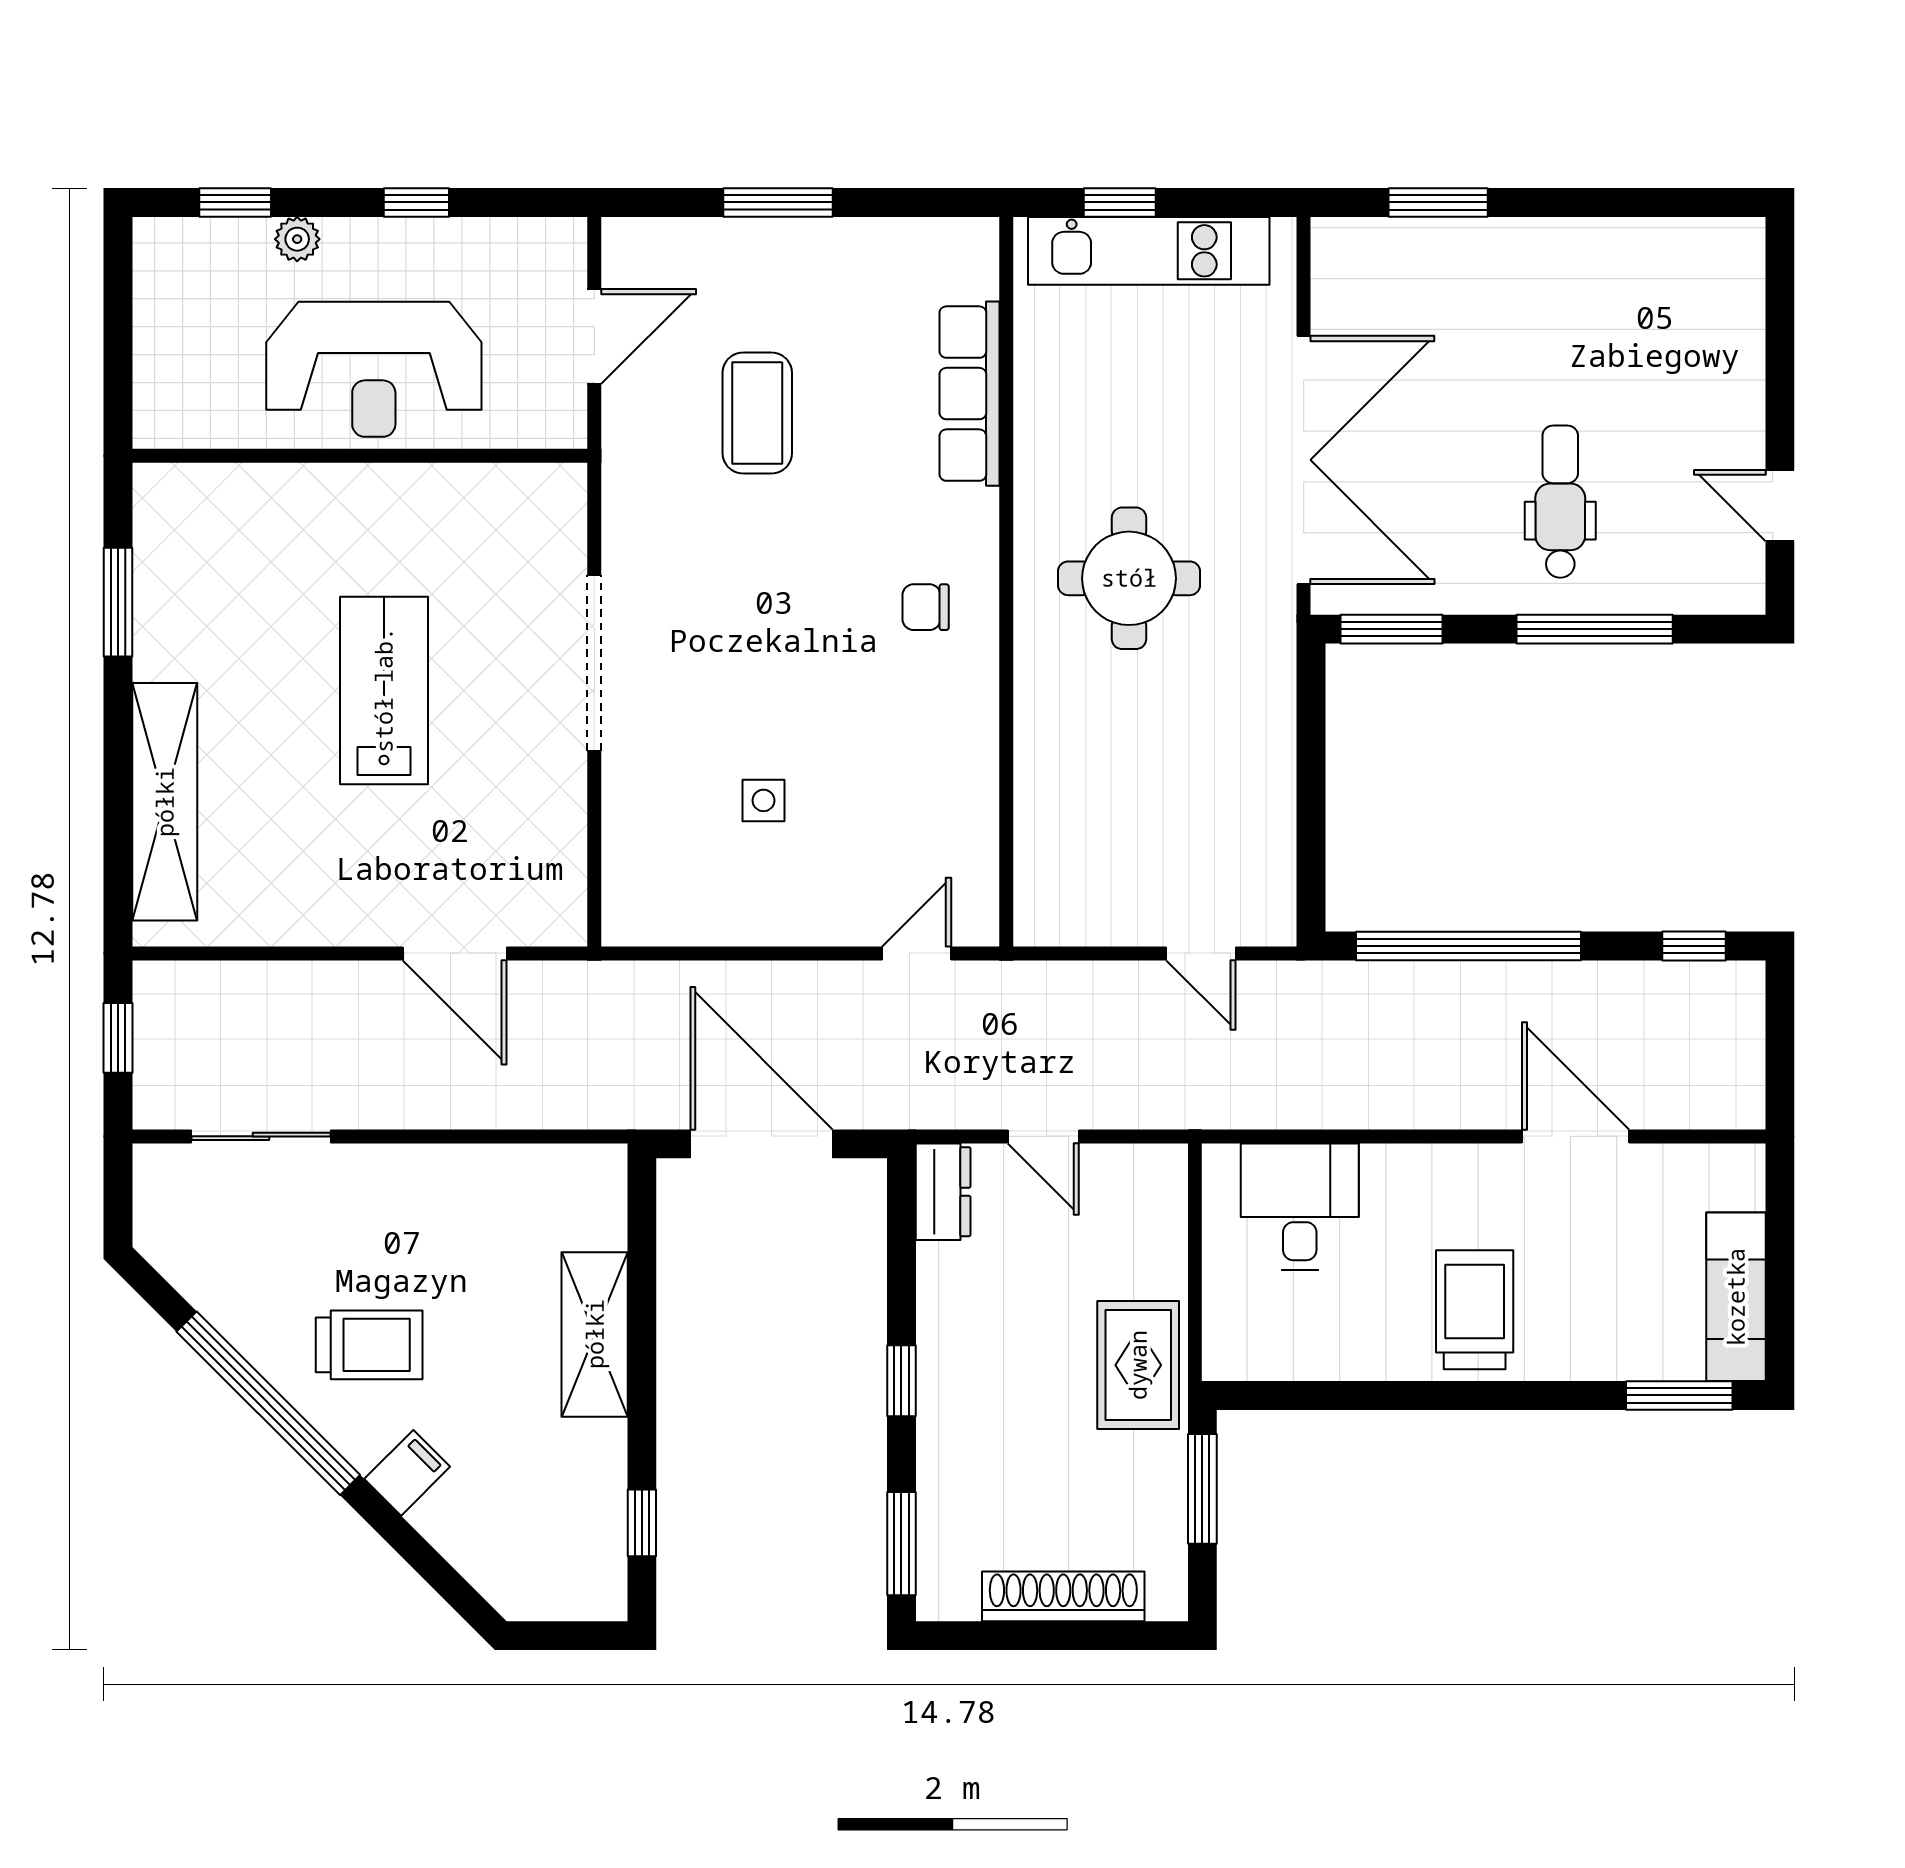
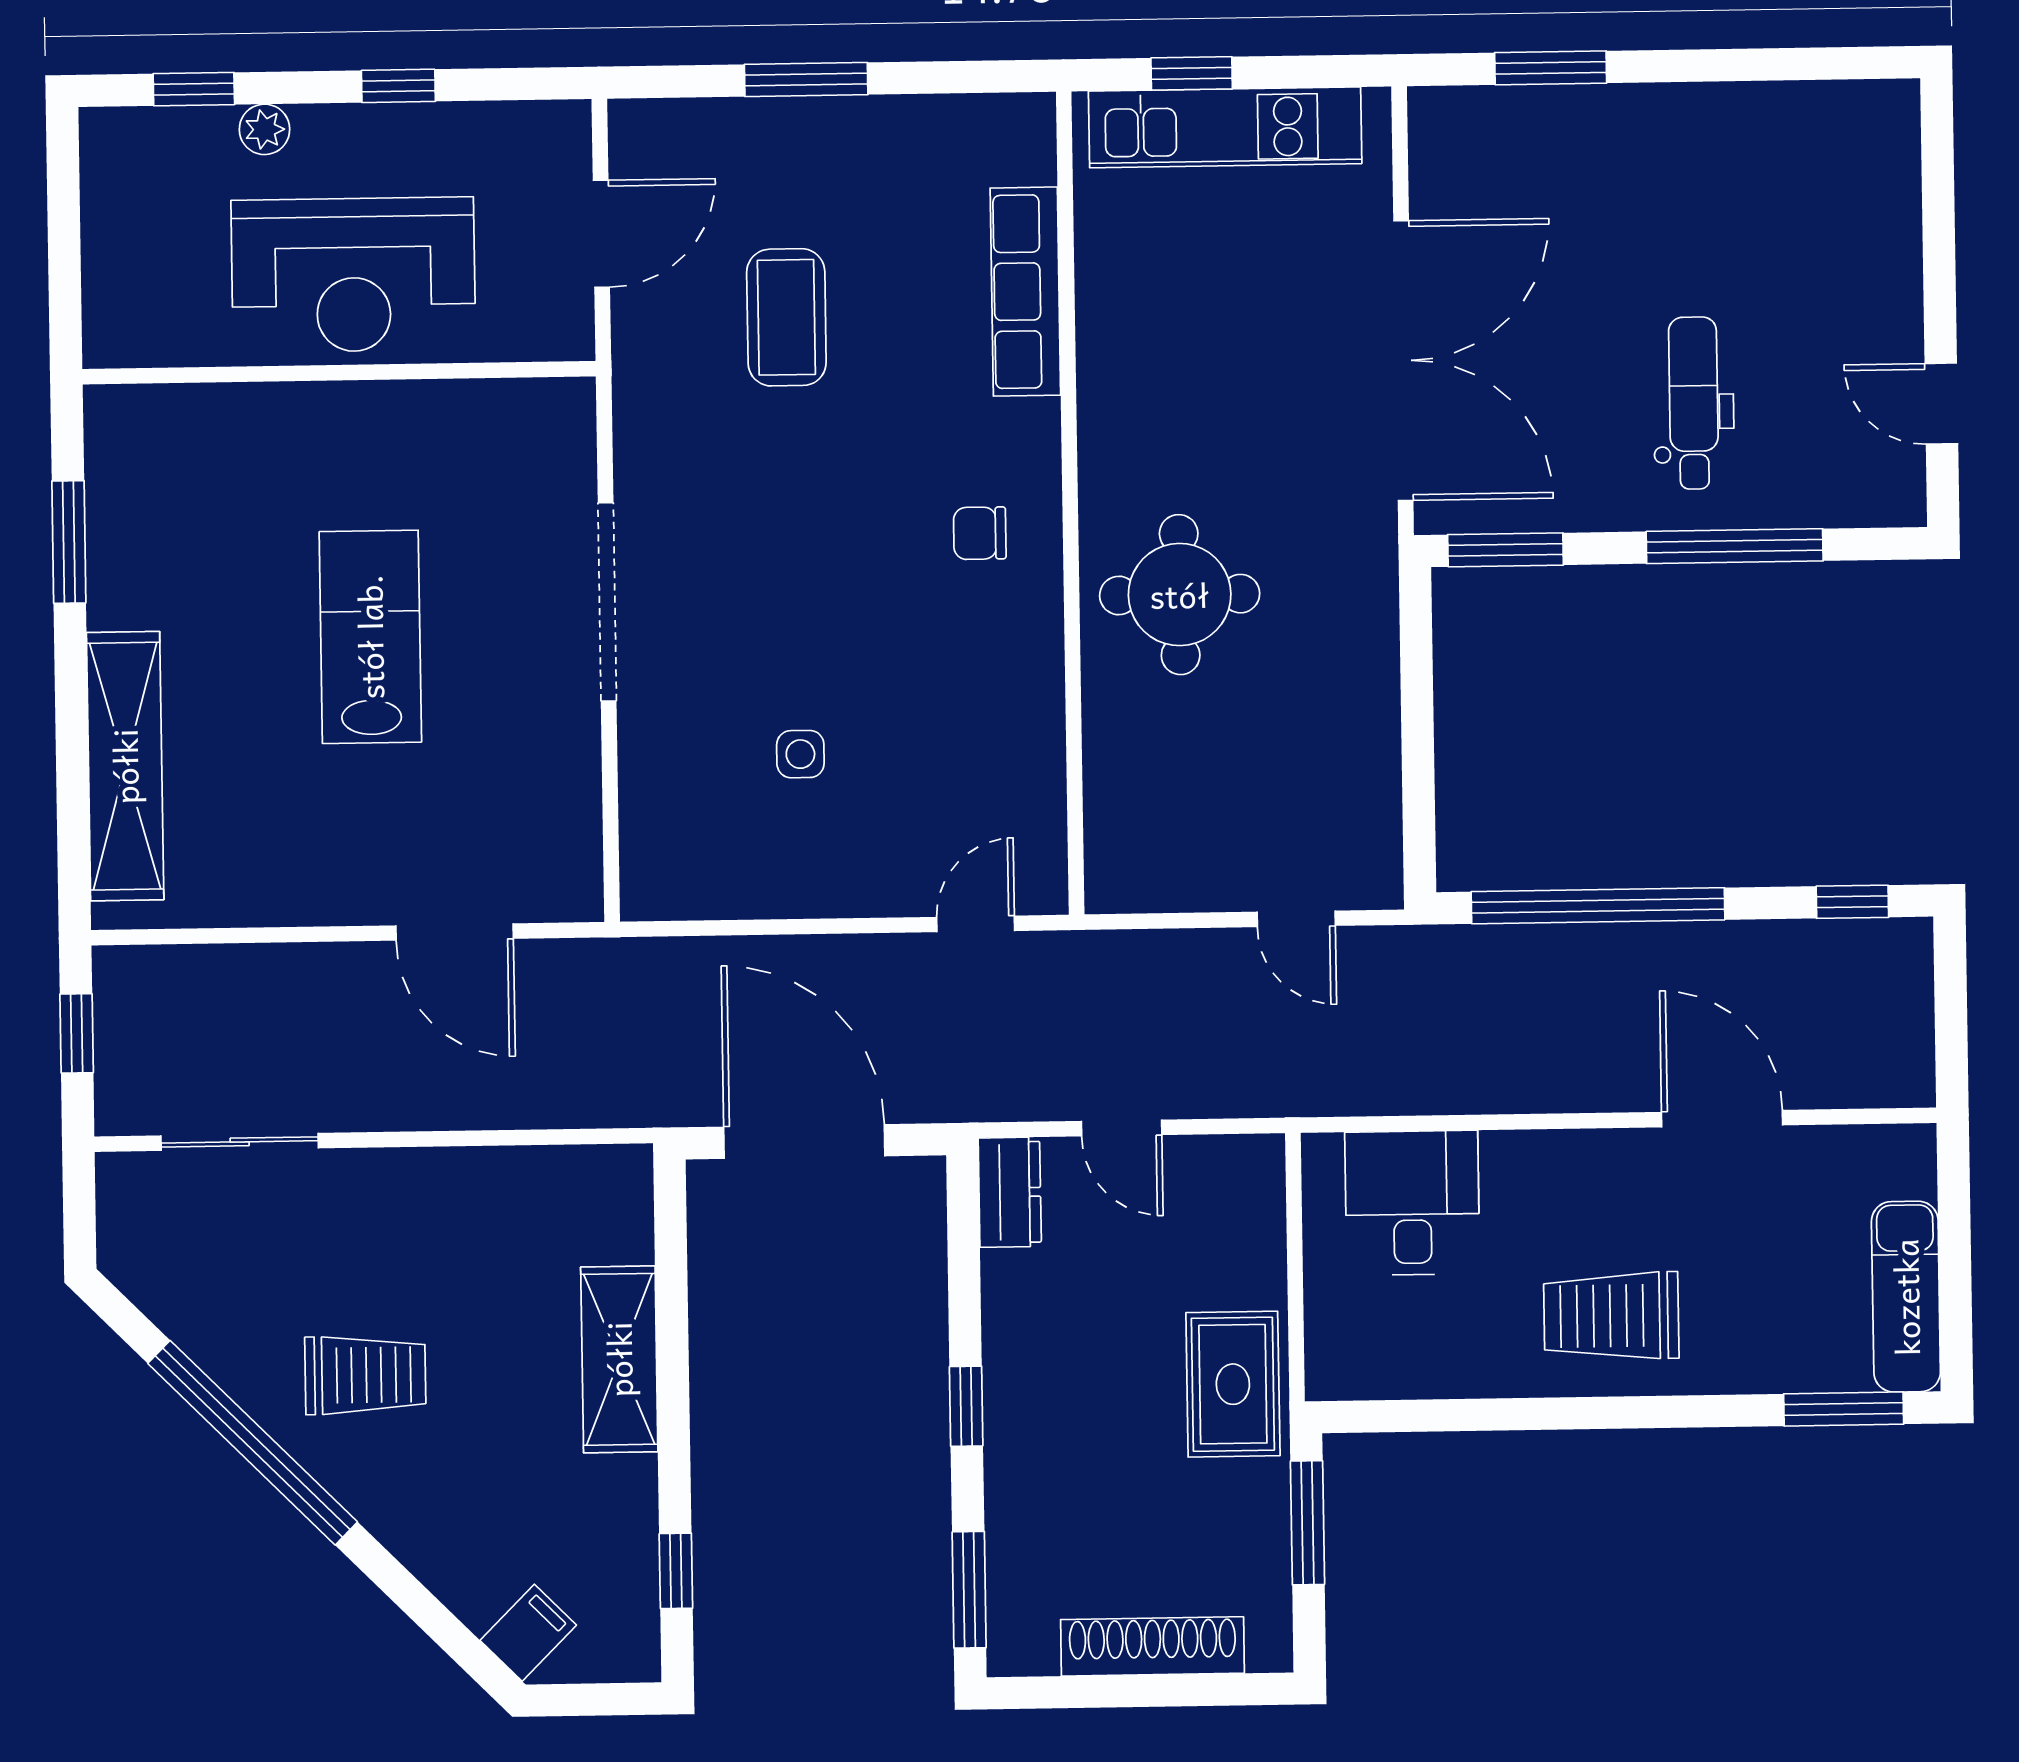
round table: (1129, 578) -> (1180, 595), moved
trolley: (1475, 1310) -> (1611, 1316), turned -90
filing cabinet: (407, 1473) -> (528, 1633), moved

